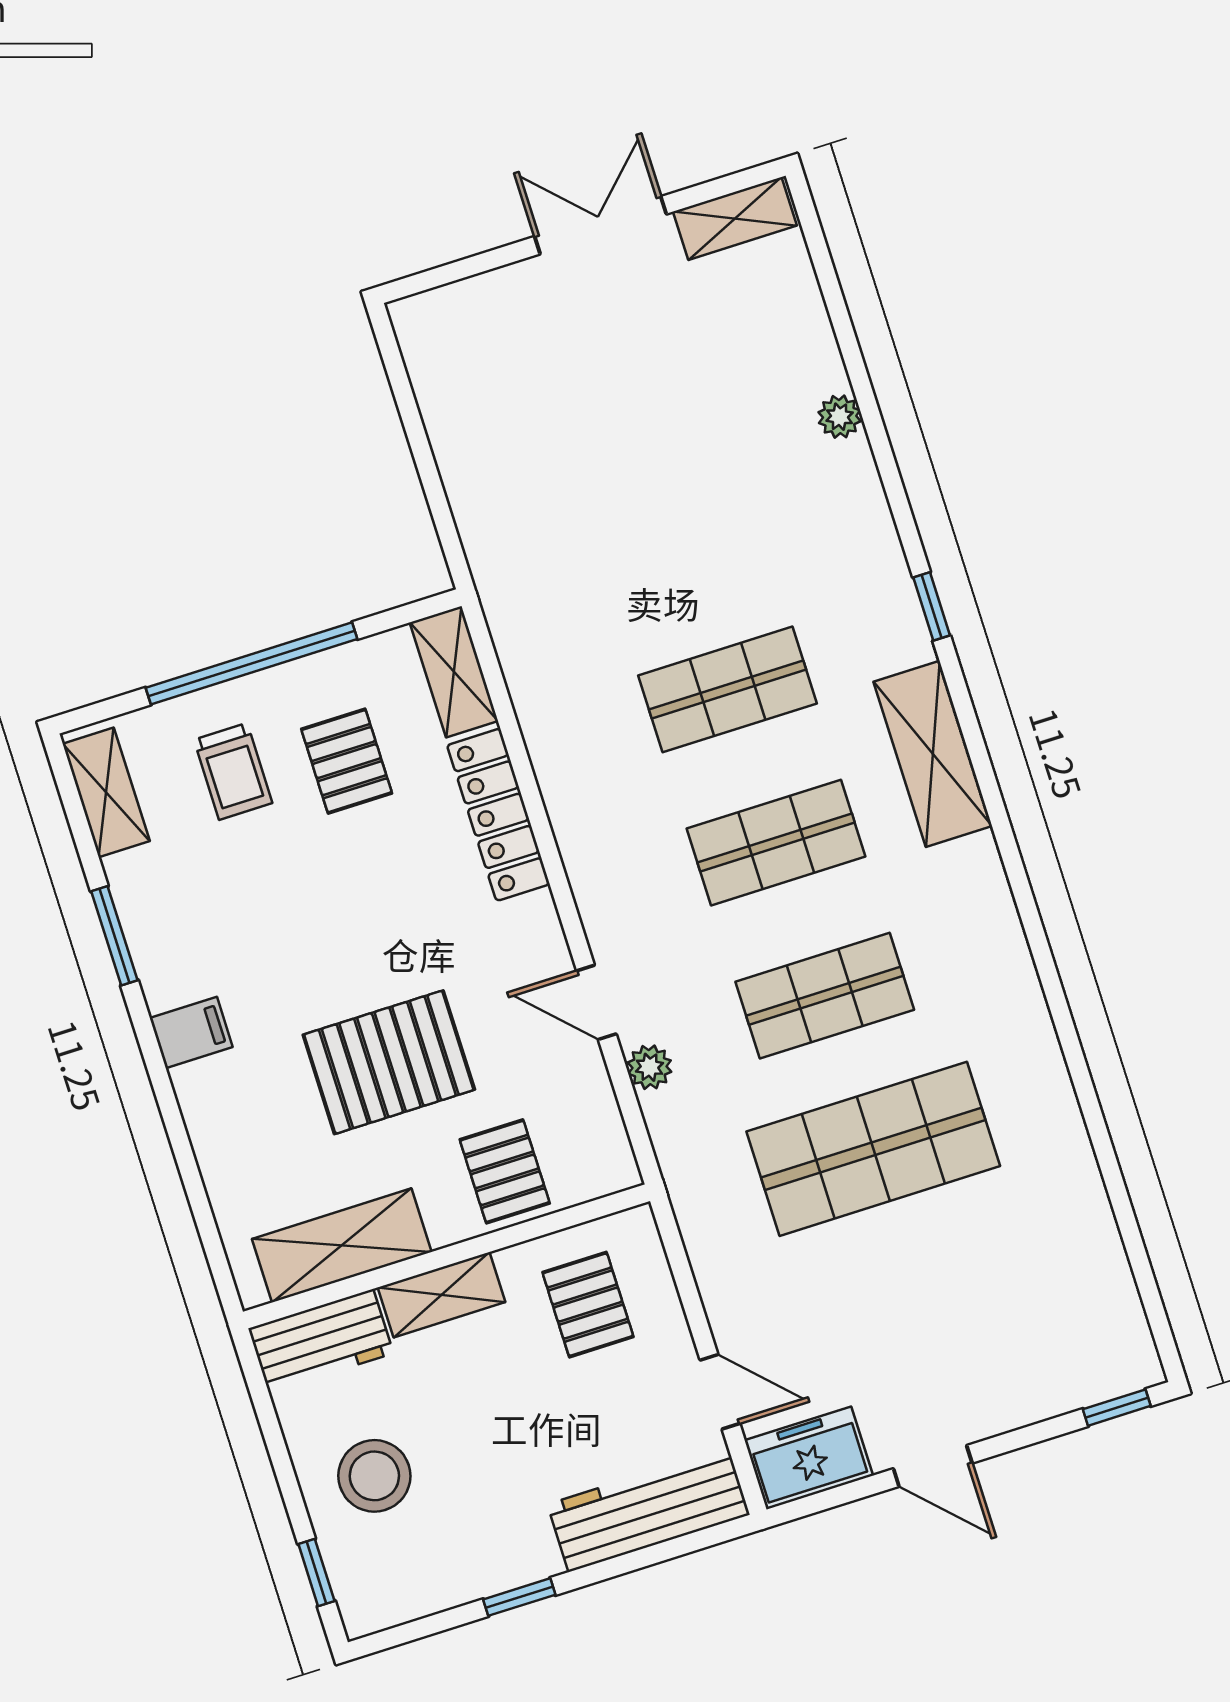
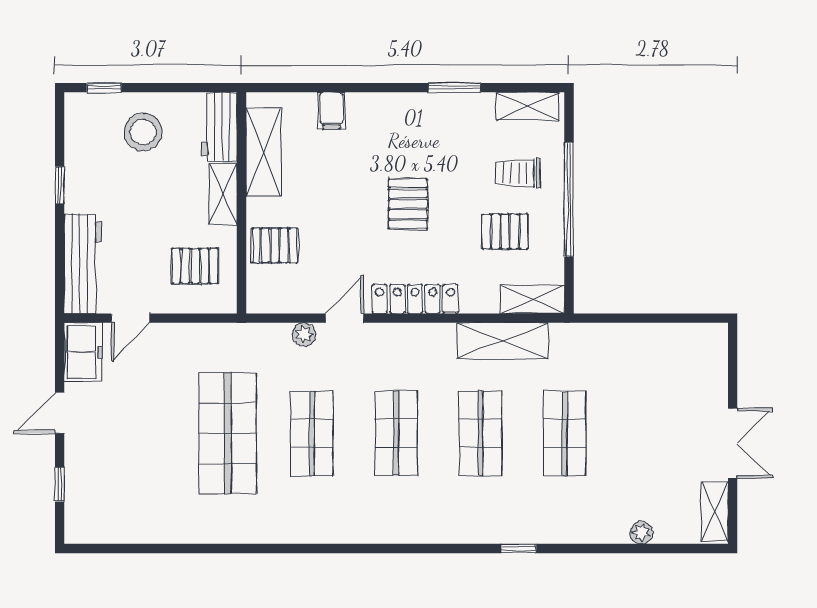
plant: (840, 417) -> (641, 533), moved
shop shelf: (679, 536) -> (565, 433), added
window: (932, 606) -> (519, 549), moved
shelving: (933, 754) -> (503, 341), moved
locker: (498, 815) -> (415, 299), moved
filing cabinet: (191, 1033) -> (331, 111), moved
pallet: (389, 1062) -> (408, 204), moved, width x0.67, depth x0.71
window: (1117, 1408) -> (60, 484), moved

